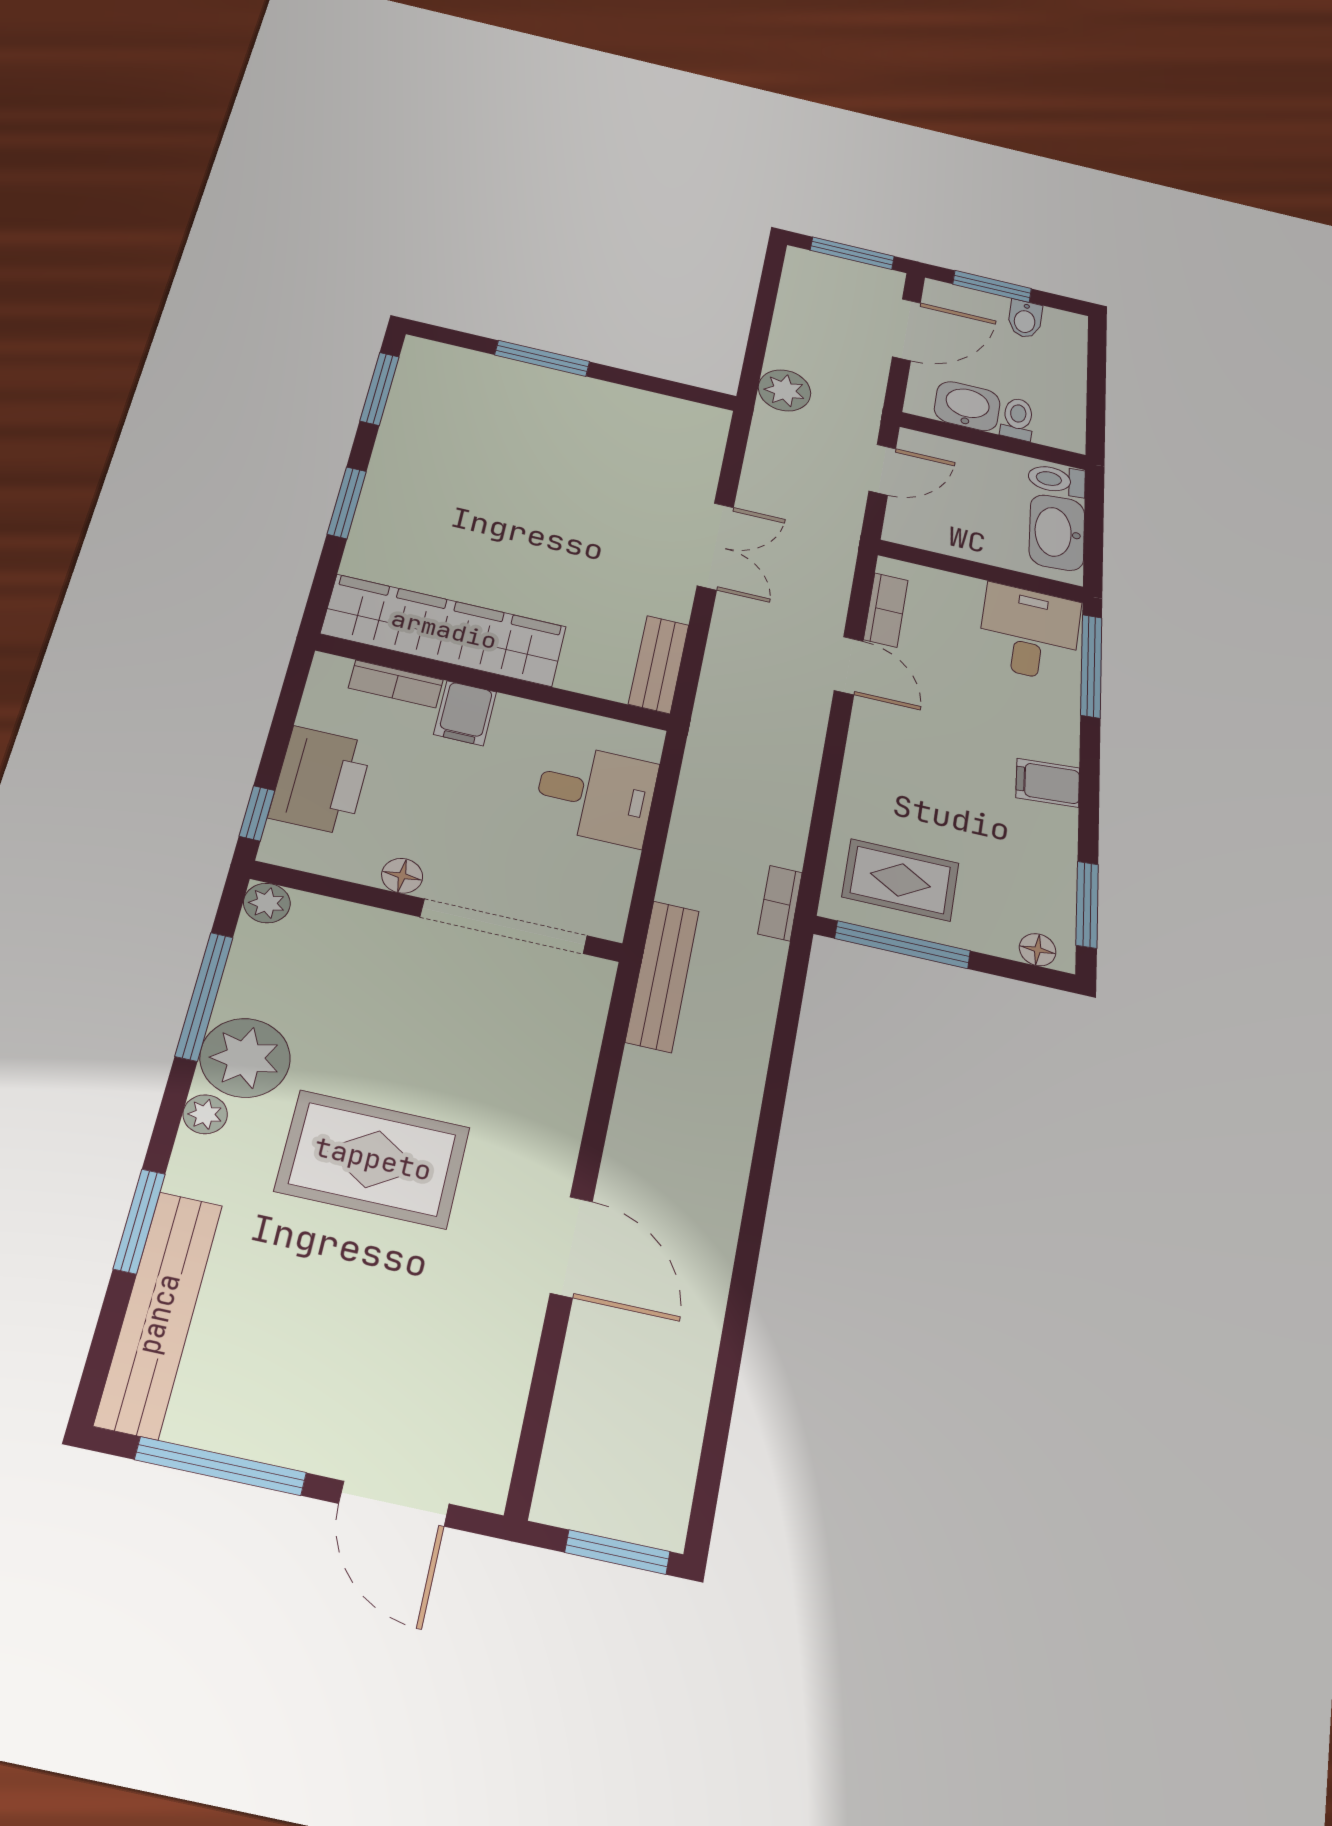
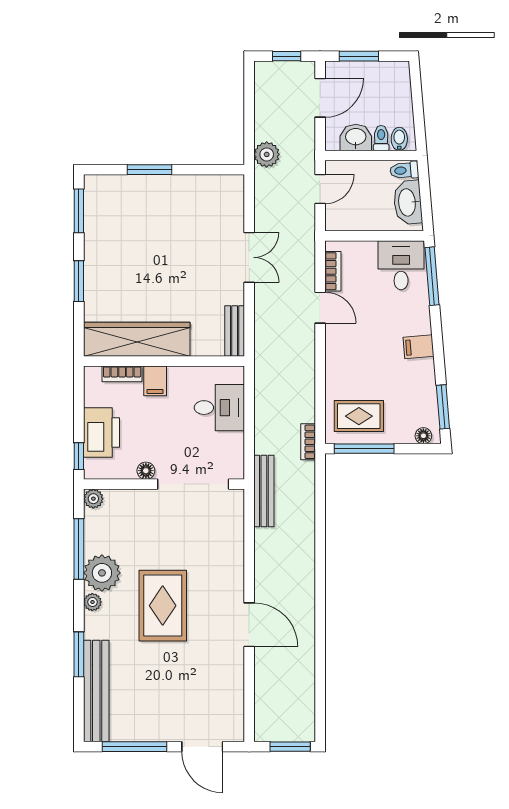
window: (852, 253) -> (287, 56), width x0.67
bidet: (1025, 319) -> (399, 139), moved, turned 180
rug: (373, 1159) -> (163, 606), turned 90

